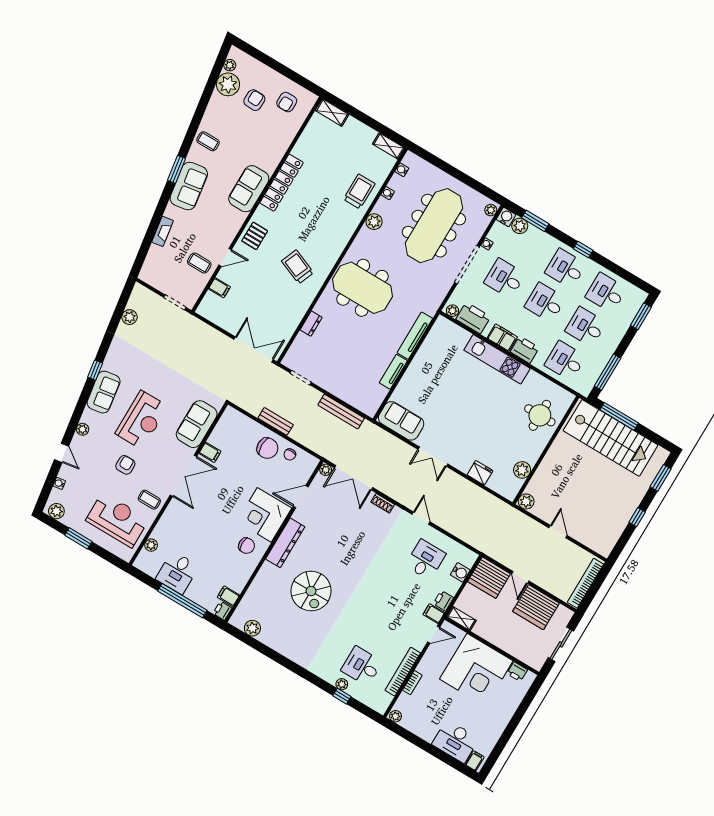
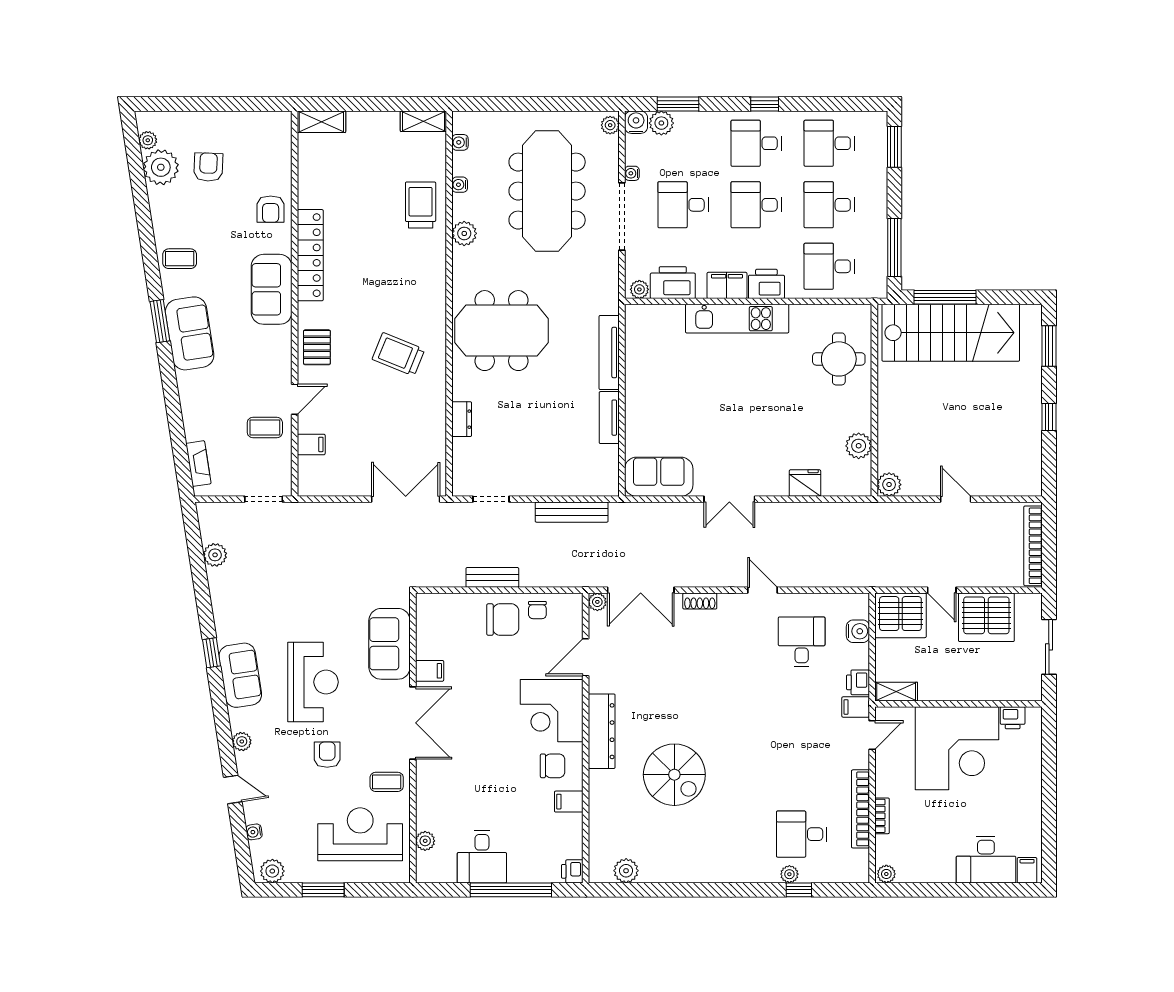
armchair: (287, 102) -> (271, 209), moved
fireplace: (163, 231) -> (198, 464), moved
filing cabinet: (228, 596) -> (569, 802), moved

